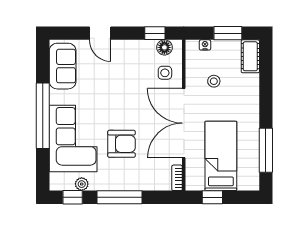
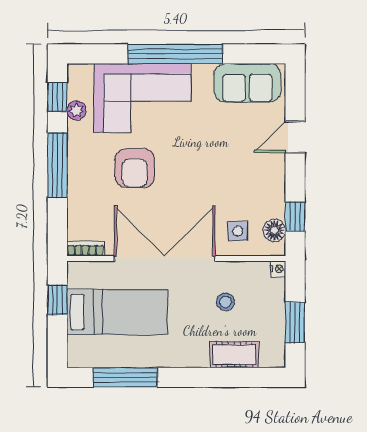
nightstand: (205, 45) -> (278, 269), moved
cot: (250, 56) -> (234, 355), moved

